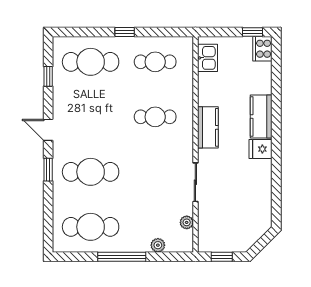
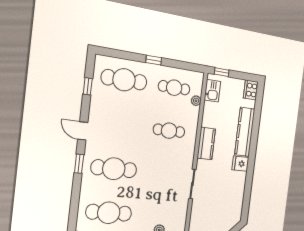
window: (253, 32) -> (222, 72), moved
kitchen counter: (261, 117) -> (245, 132), width x1.50
plant: (187, 222) -> (196, 101), moved

